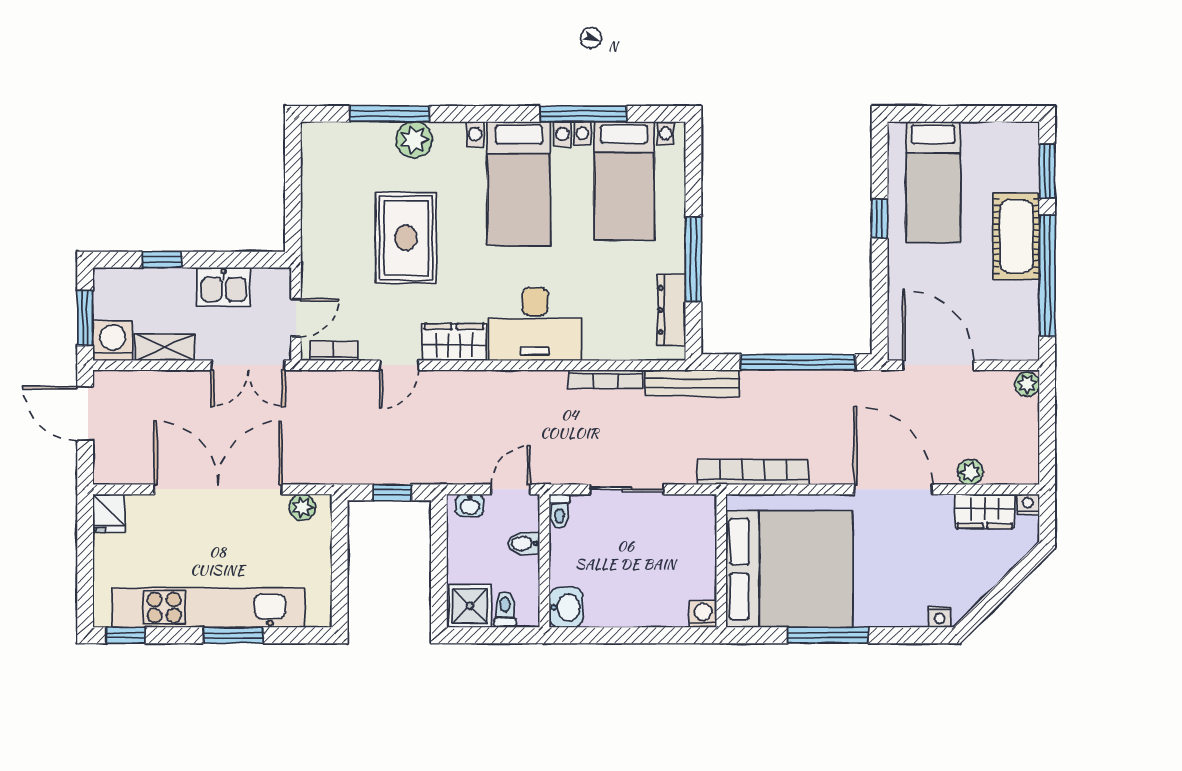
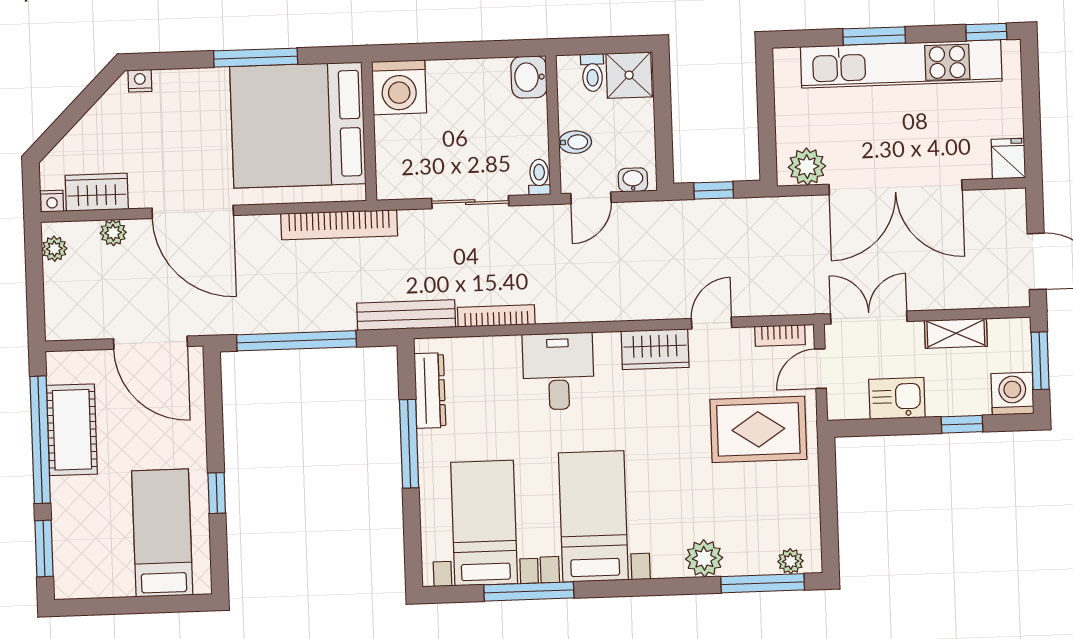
window: (389, 114) -> (763, 583), moved
plant: (331, 134) -> (791, 561), added
cot: (1016, 236) -> (72, 430), moved
rug: (406, 238) -> (758, 429), moved, turned 90
desk: (535, 324) -> (558, 371), width x0.73
washing machine: (113, 341) -> (1012, 394), moved, turned 180
plant: (1027, 384) -> (54, 249), moved
plant: (302, 507) -> (807, 167), width x1.38, depth x1.38
washing machine: (703, 614) -> (399, 87), width x1.89, depth x1.89

